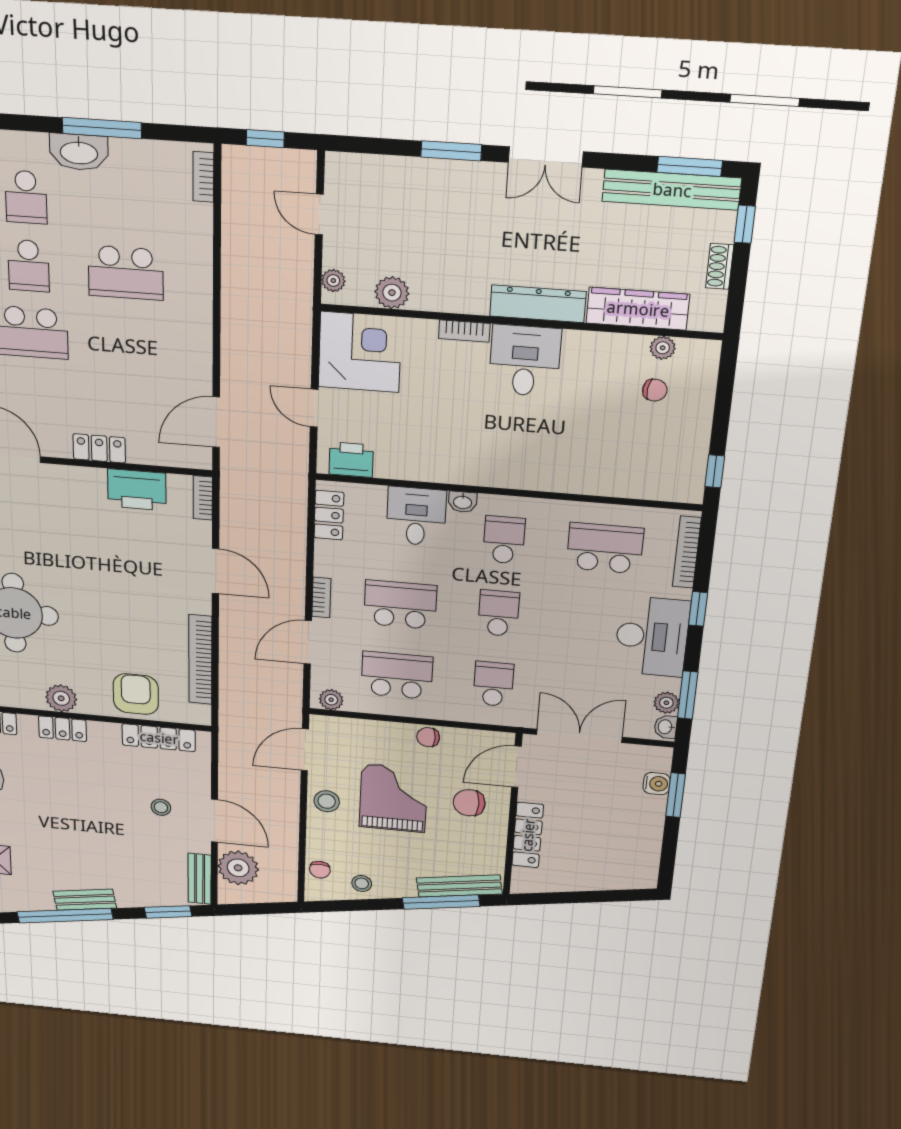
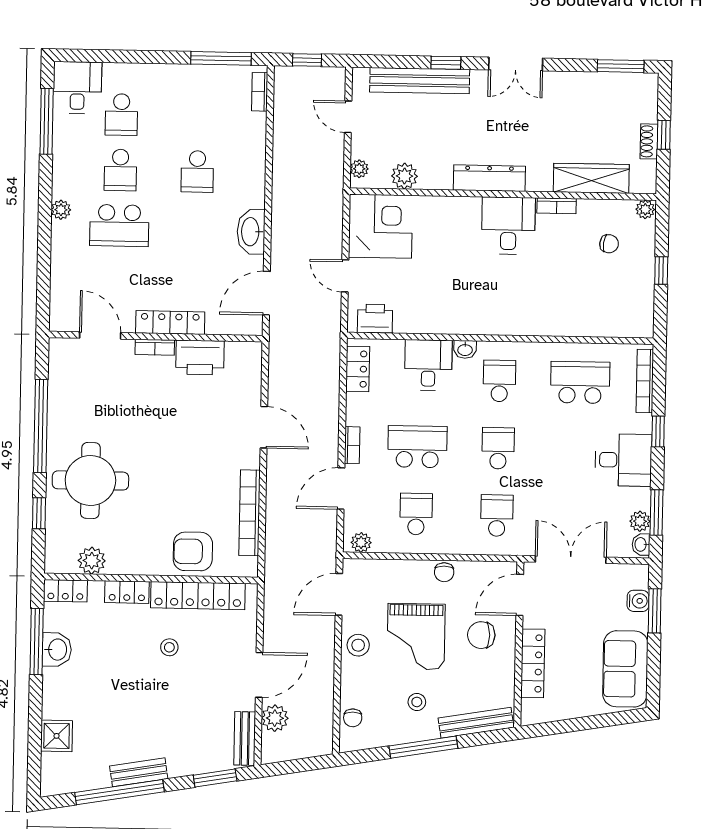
window: (102, 128) -> (221, 58), moved
window: (451, 151) -> (446, 63), width x0.67
washbasin: (79, 152) -> (251, 232), moved, turned 90
bench: (672, 190) -> (420, 81), moved
window: (745, 224) -> (664, 135), moved
school desk: (126, 273) -> (197, 171), width x0.54
dresser: (538, 304) -> (489, 178), moved
bookcase: (464, 331) -> (557, 206), moved
plant: (663, 348) -> (645, 209), moved
locker: (99, 448) -> (170, 323), width x1.53
window: (715, 471) -> (661, 271), moved
bookcase: (203, 498) -> (155, 347), moved, turned -90
desk: (652, 637) -> (623, 460), width x0.73
school desk: (397, 675) -> (416, 514), width x0.54
armchair: (136, 694) -> (193, 551), turned -90
plant: (61, 698) -> (92, 561), moved
chair: (428, 737) -> (444, 572), turned -90
locker: (159, 738) -> (198, 596), width x1.41, depth x1.21
grand piano: (393, 798) -> (416, 637), turned 180
stool: (161, 807) -> (169, 647), moved
door: (214, 821) -> (259, 675), hinge flipped
sofa: (635, 849) -> (625, 669), added
plant: (238, 868) -> (275, 718), width x0.73, depth x0.73
stool: (362, 883) -> (417, 702), moved
window: (441, 902) -> (423, 747), moved

